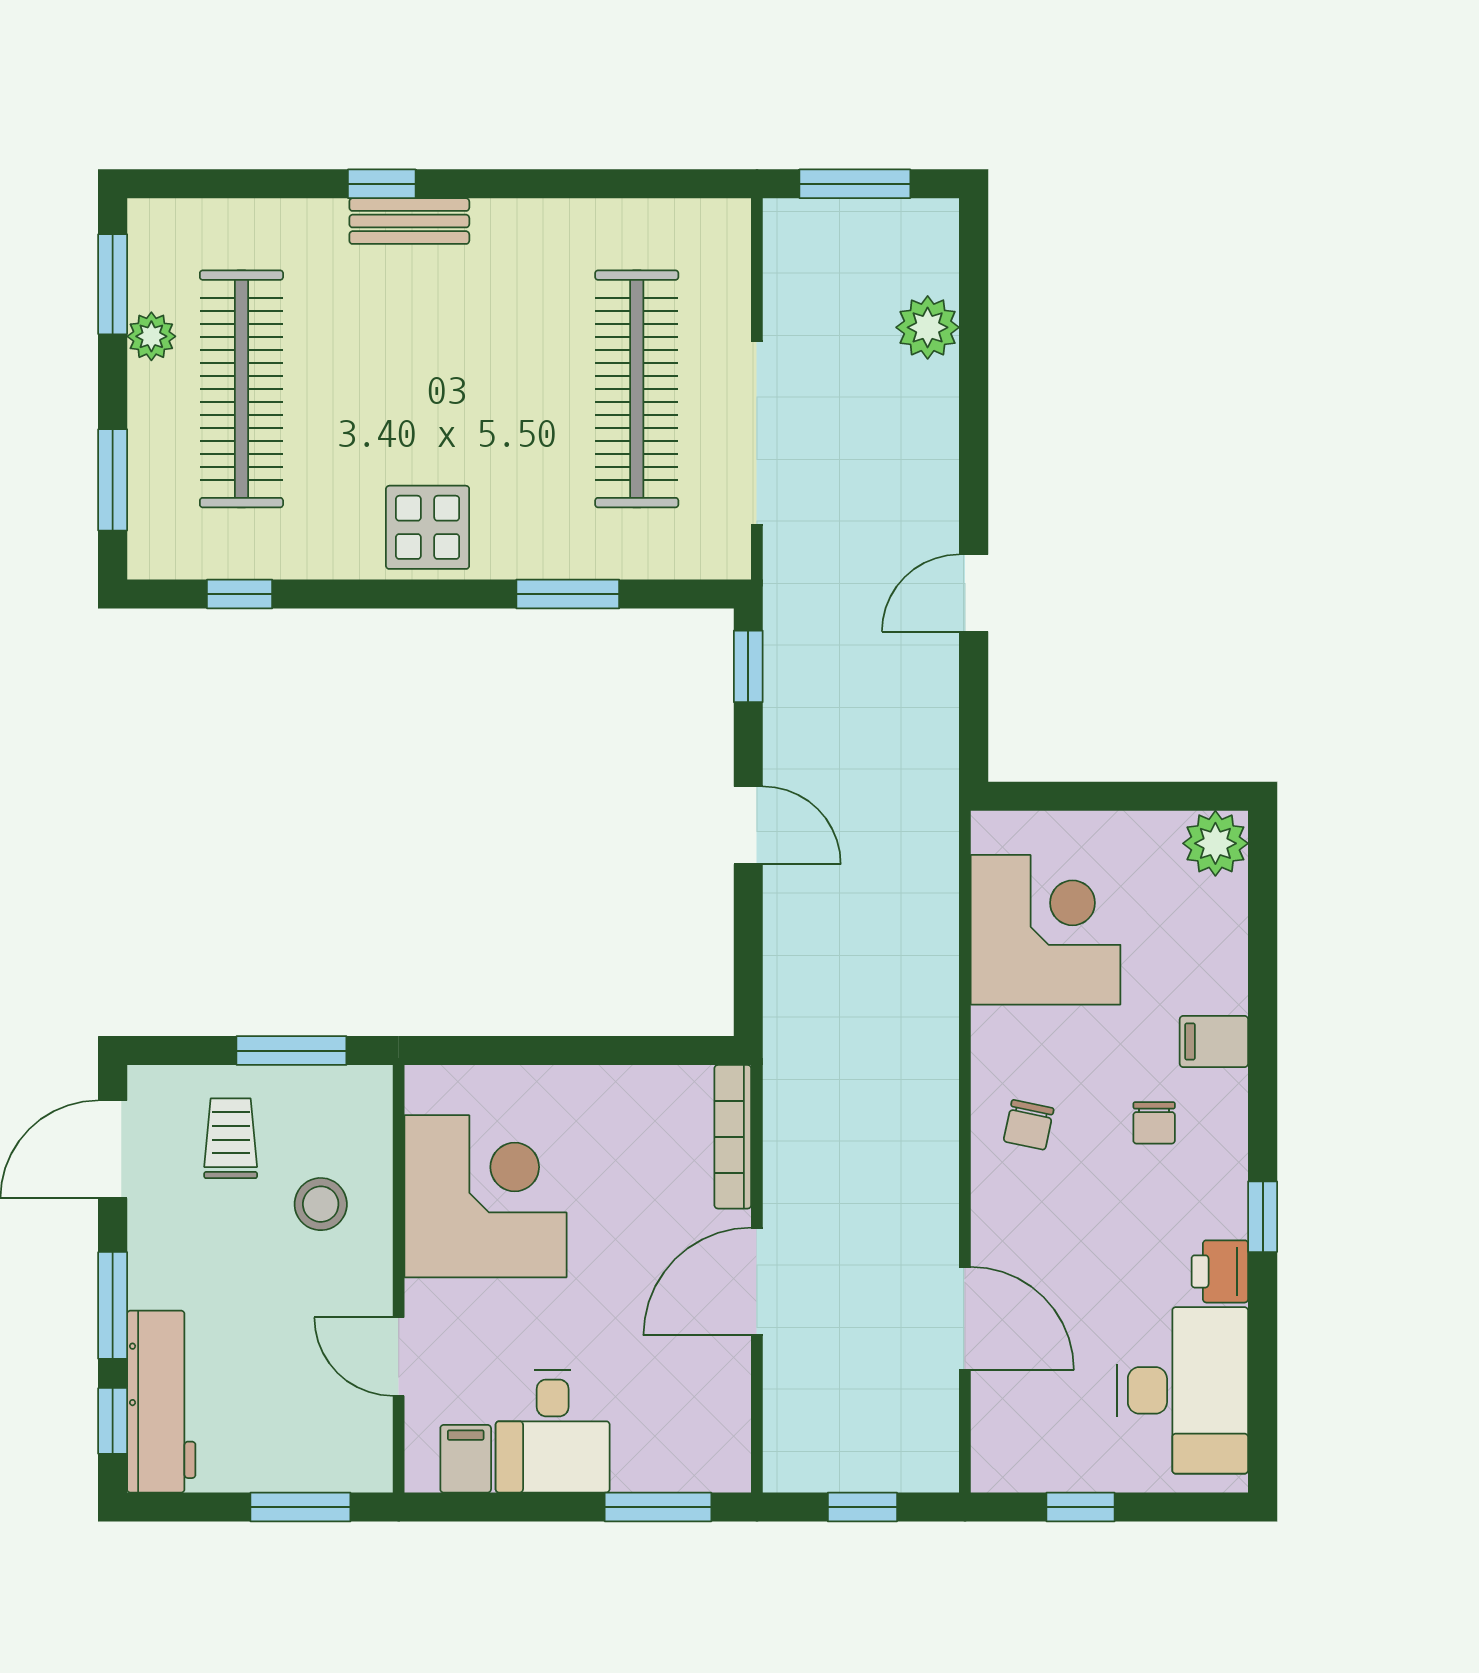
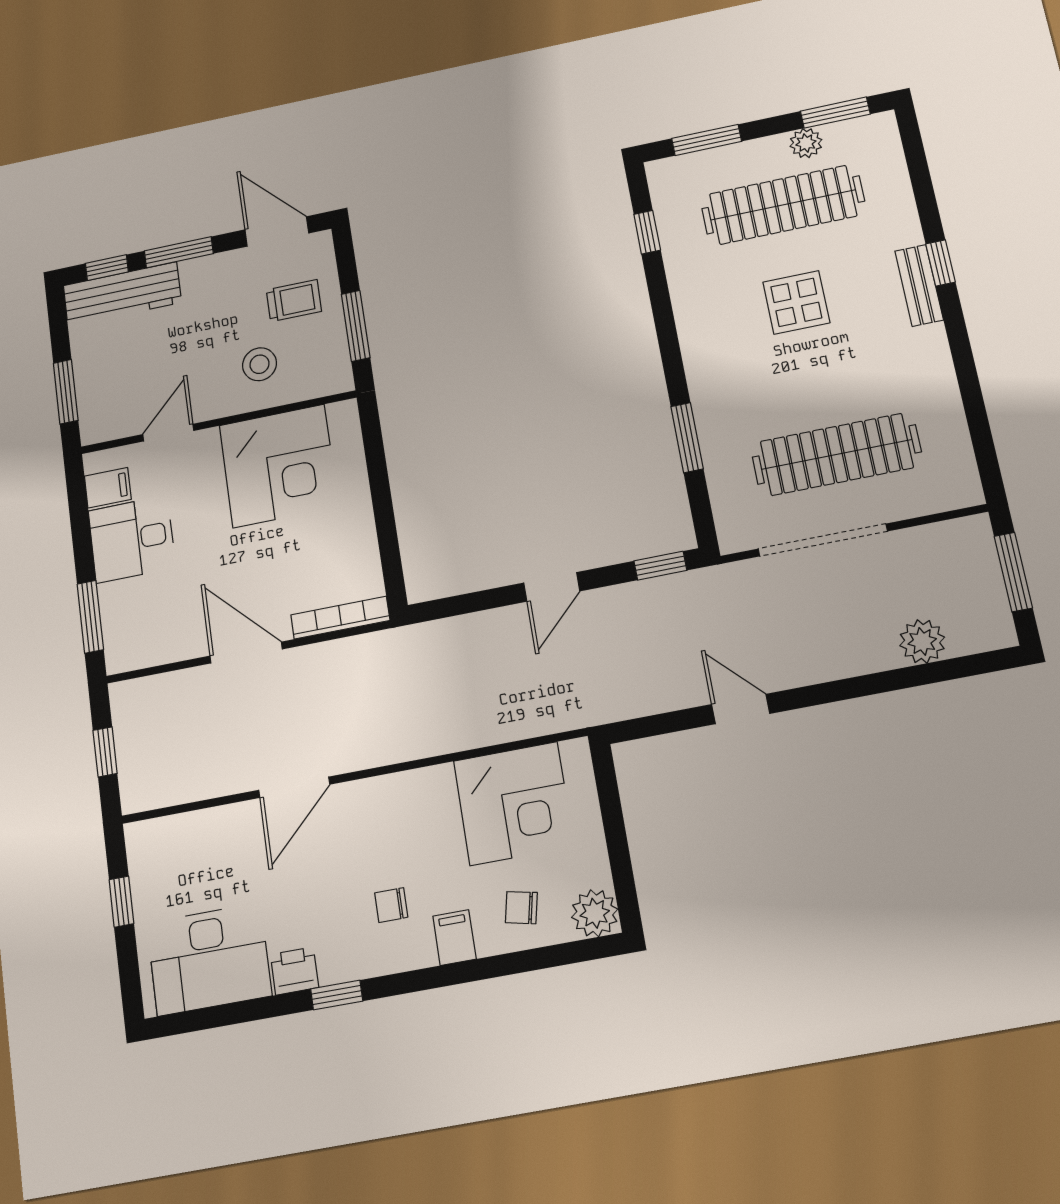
display table: (428, 527) -> (796, 302), moved
chair: (1029, 1125) -> (521, 908), moved
door: (965, 1318) -> (294, 787), moved

